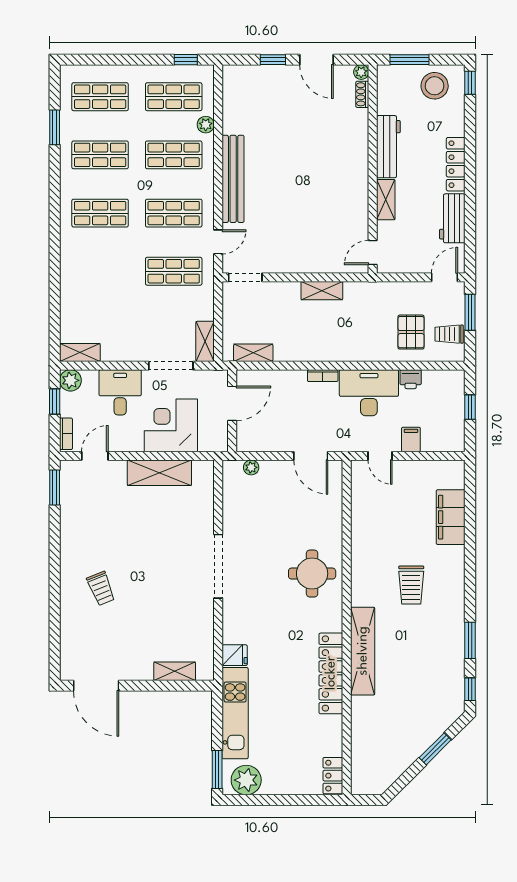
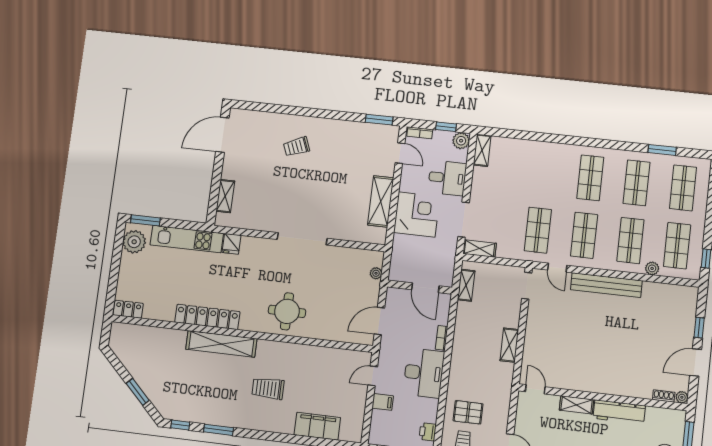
printer: (411, 379) -> (428, 432), moved
door: (232, 403) -> (425, 288), moved
wall: (232, 411) -> (420, 287), moved

